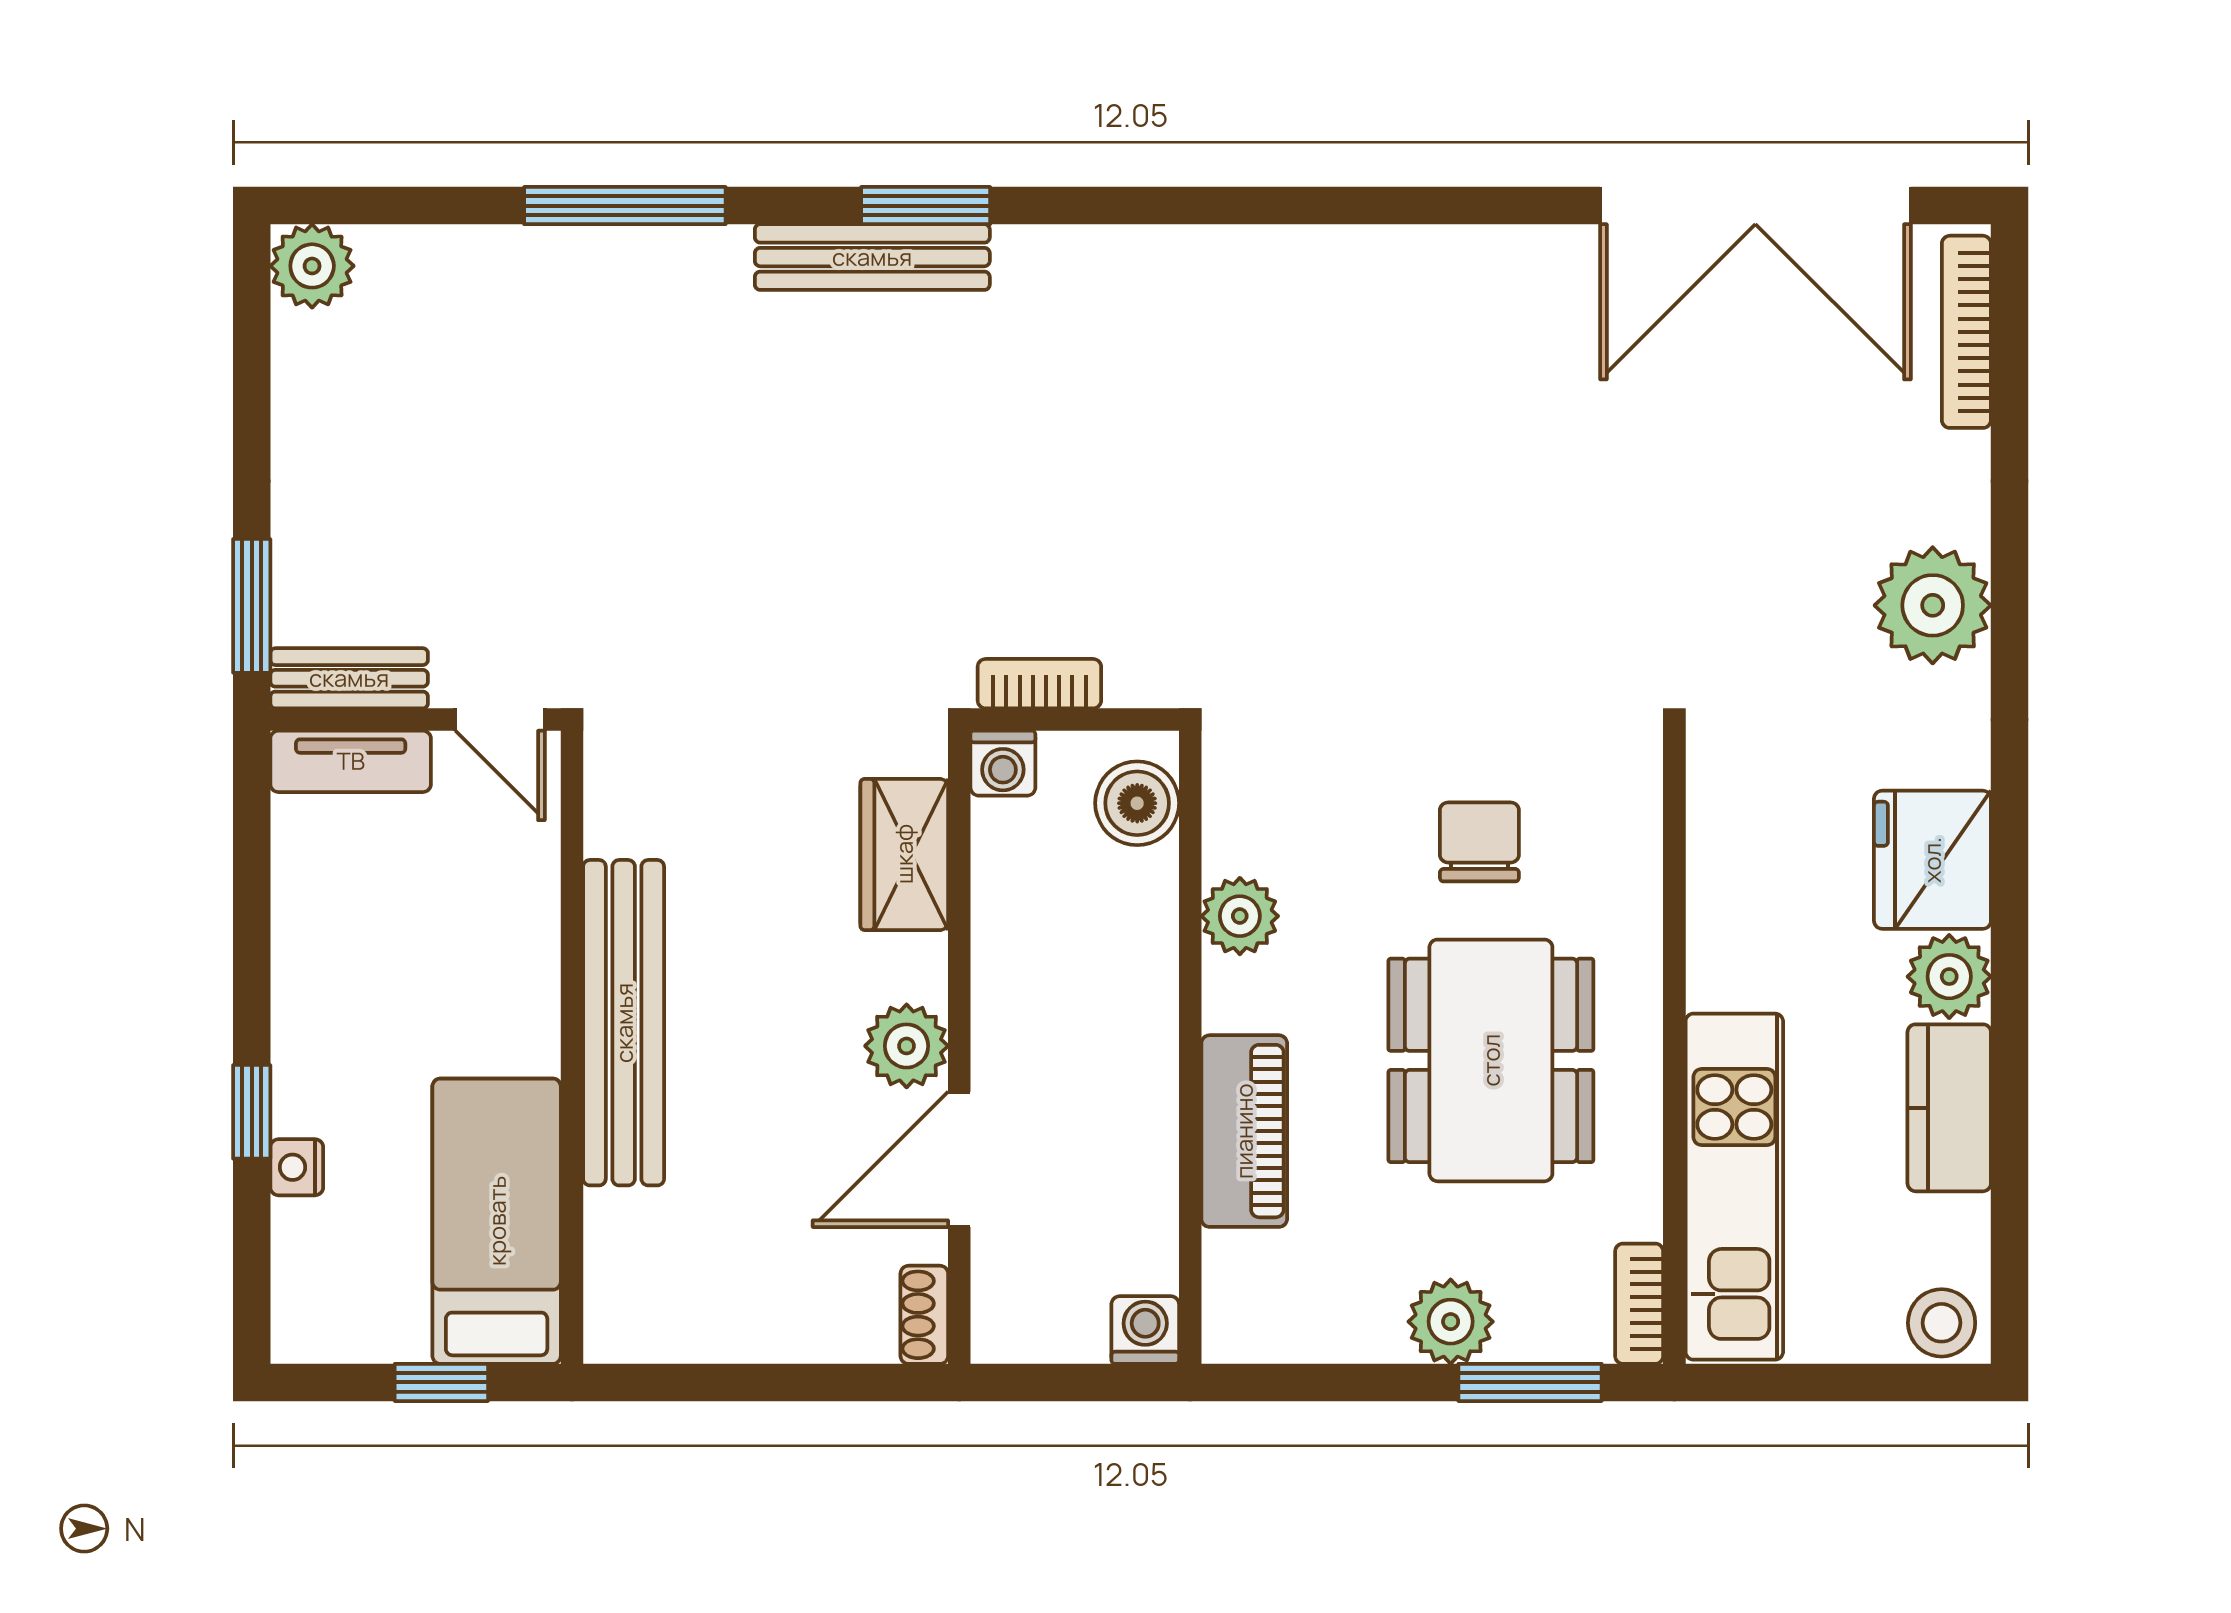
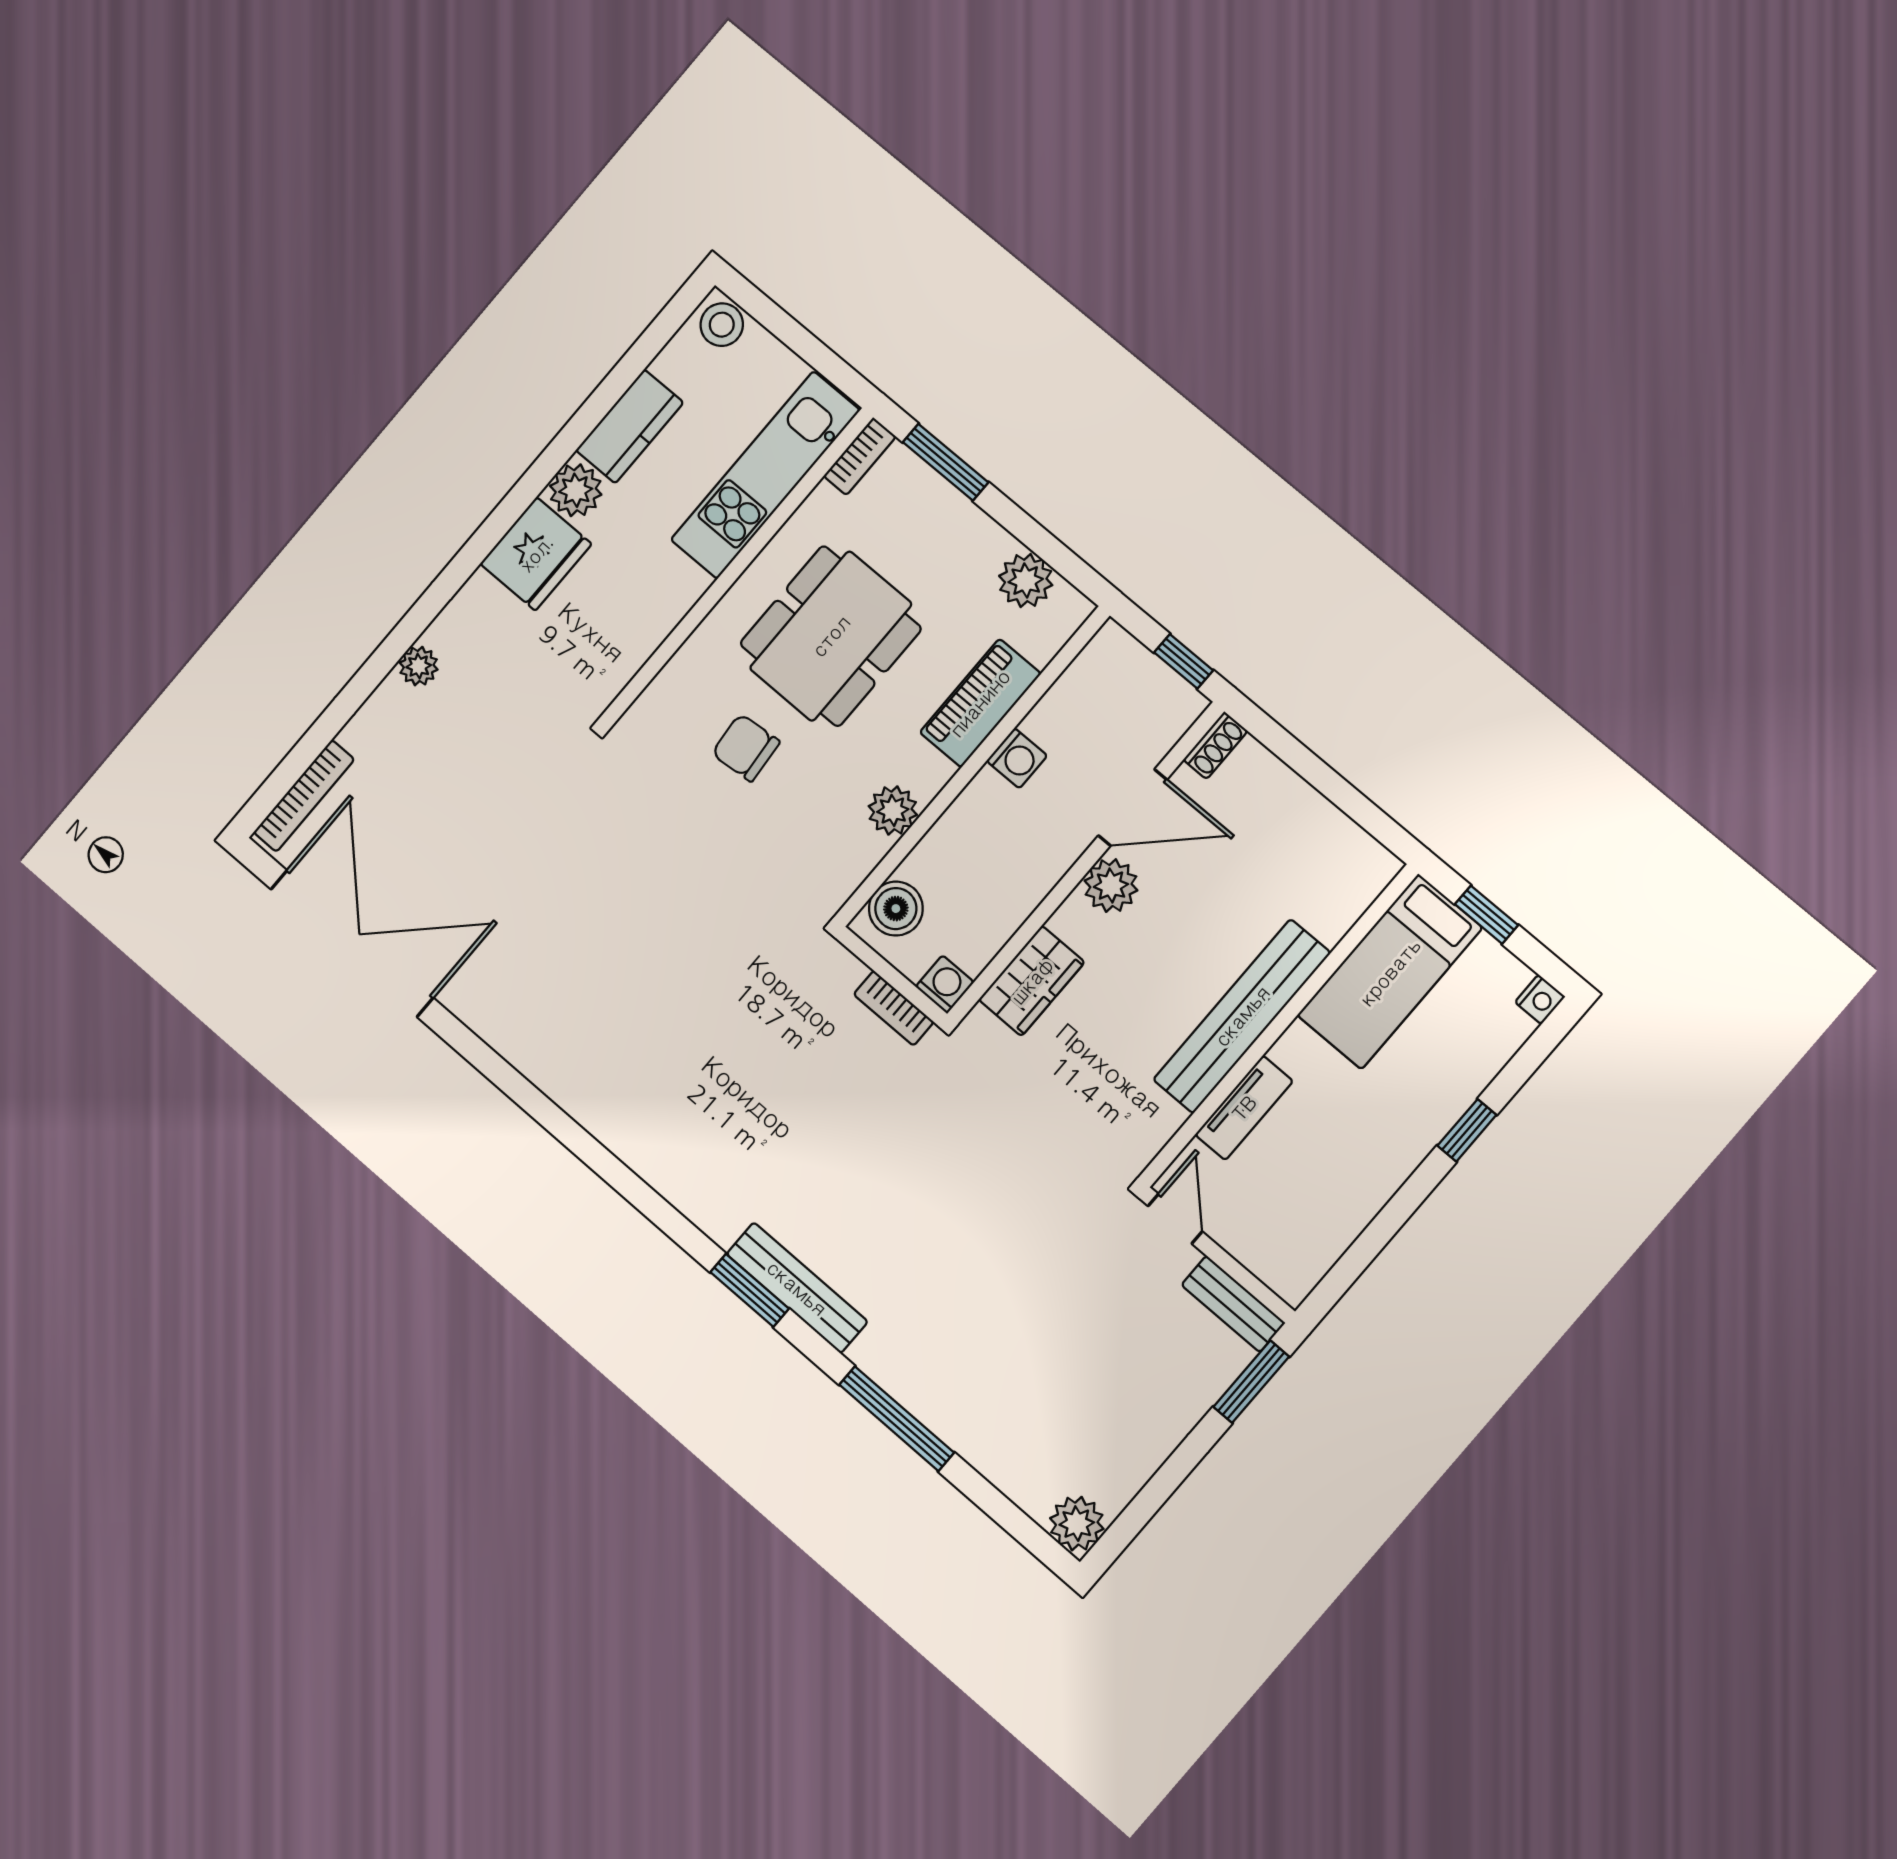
plant: (1933, 605) -> (419, 666), width x0.53, depth x0.53
tv unit: (351, 761) -> (1244, 1108), moved, turned 90
chair: (1479, 842) -> (746, 748), turned 85
nightstand: (297, 1167) -> (1540, 999), moved
plant: (1451, 1322) -> (1026, 581), moved
washing machine: (1145, 1330) -> (1017, 758), moved, turned -90
window: (1046, 1382) -> (1184, 661), added

